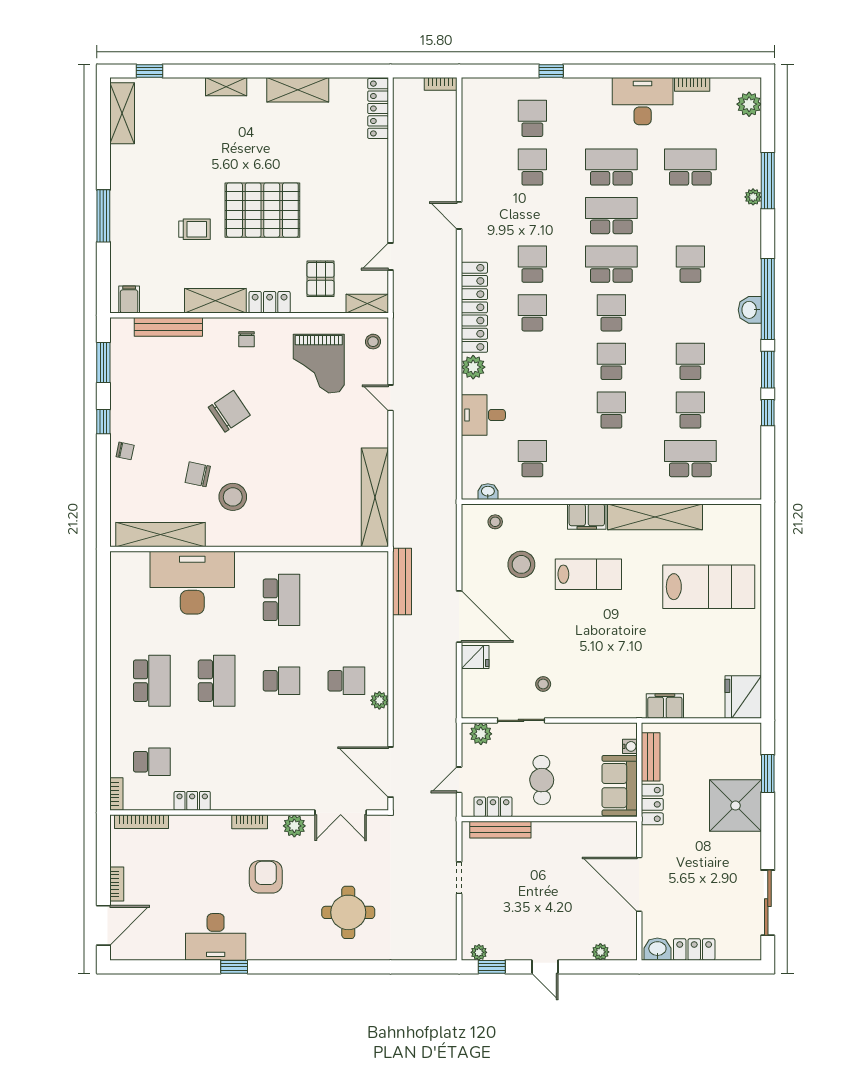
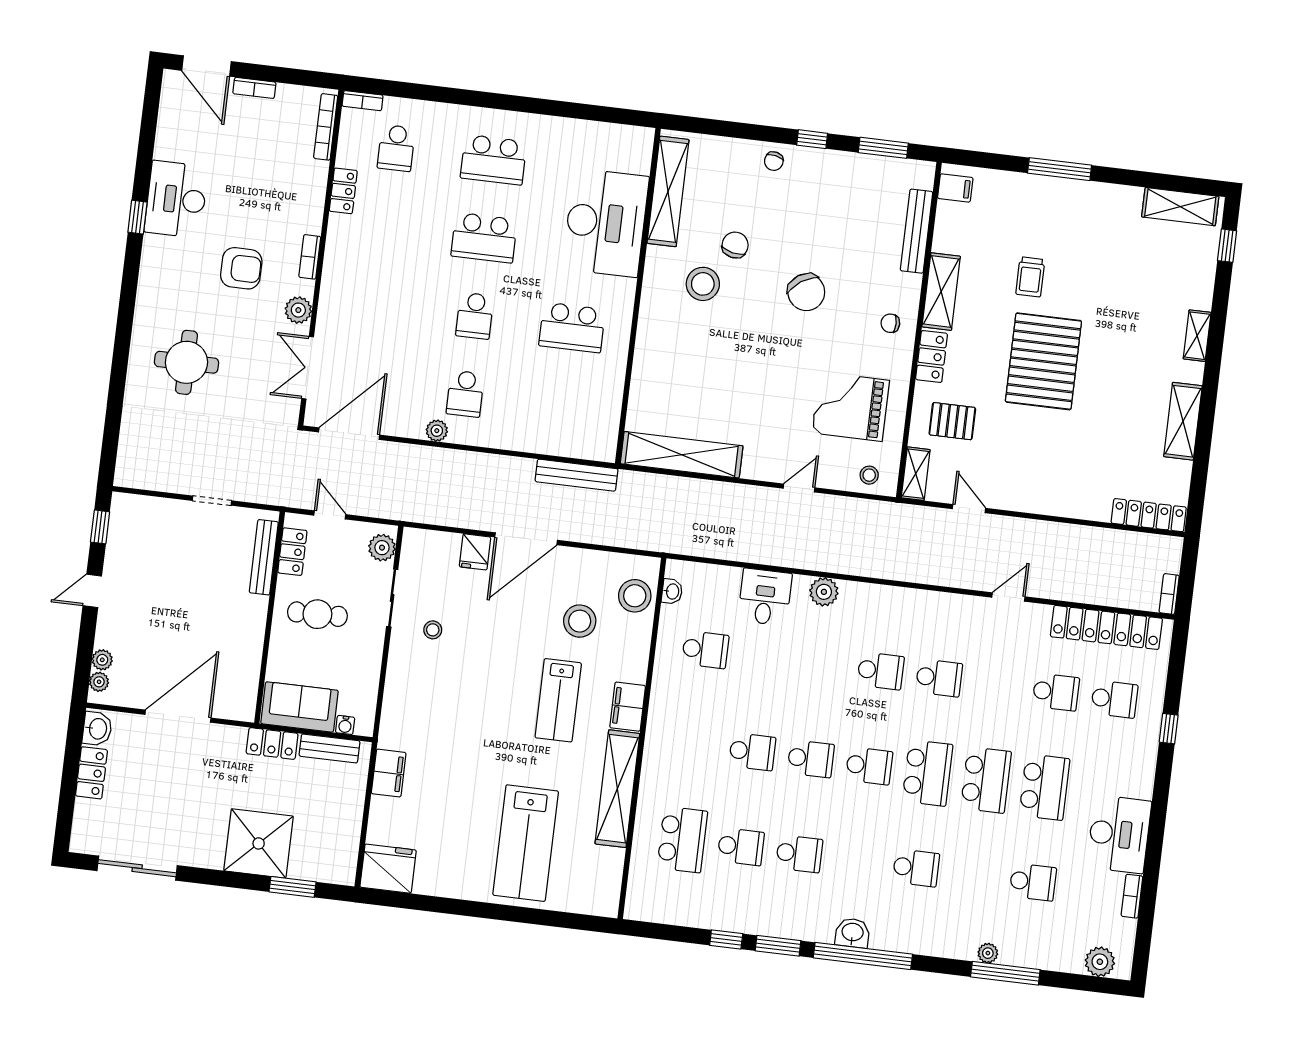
school desk: (690, 167) -> (1033, 882), width x0.54
locker: (474, 307) -> (1106, 627), moved
stool: (495, 522) -> (635, 596), width x1.89, depth x1.89
plant: (479, 952) -> (99, 682), moved

